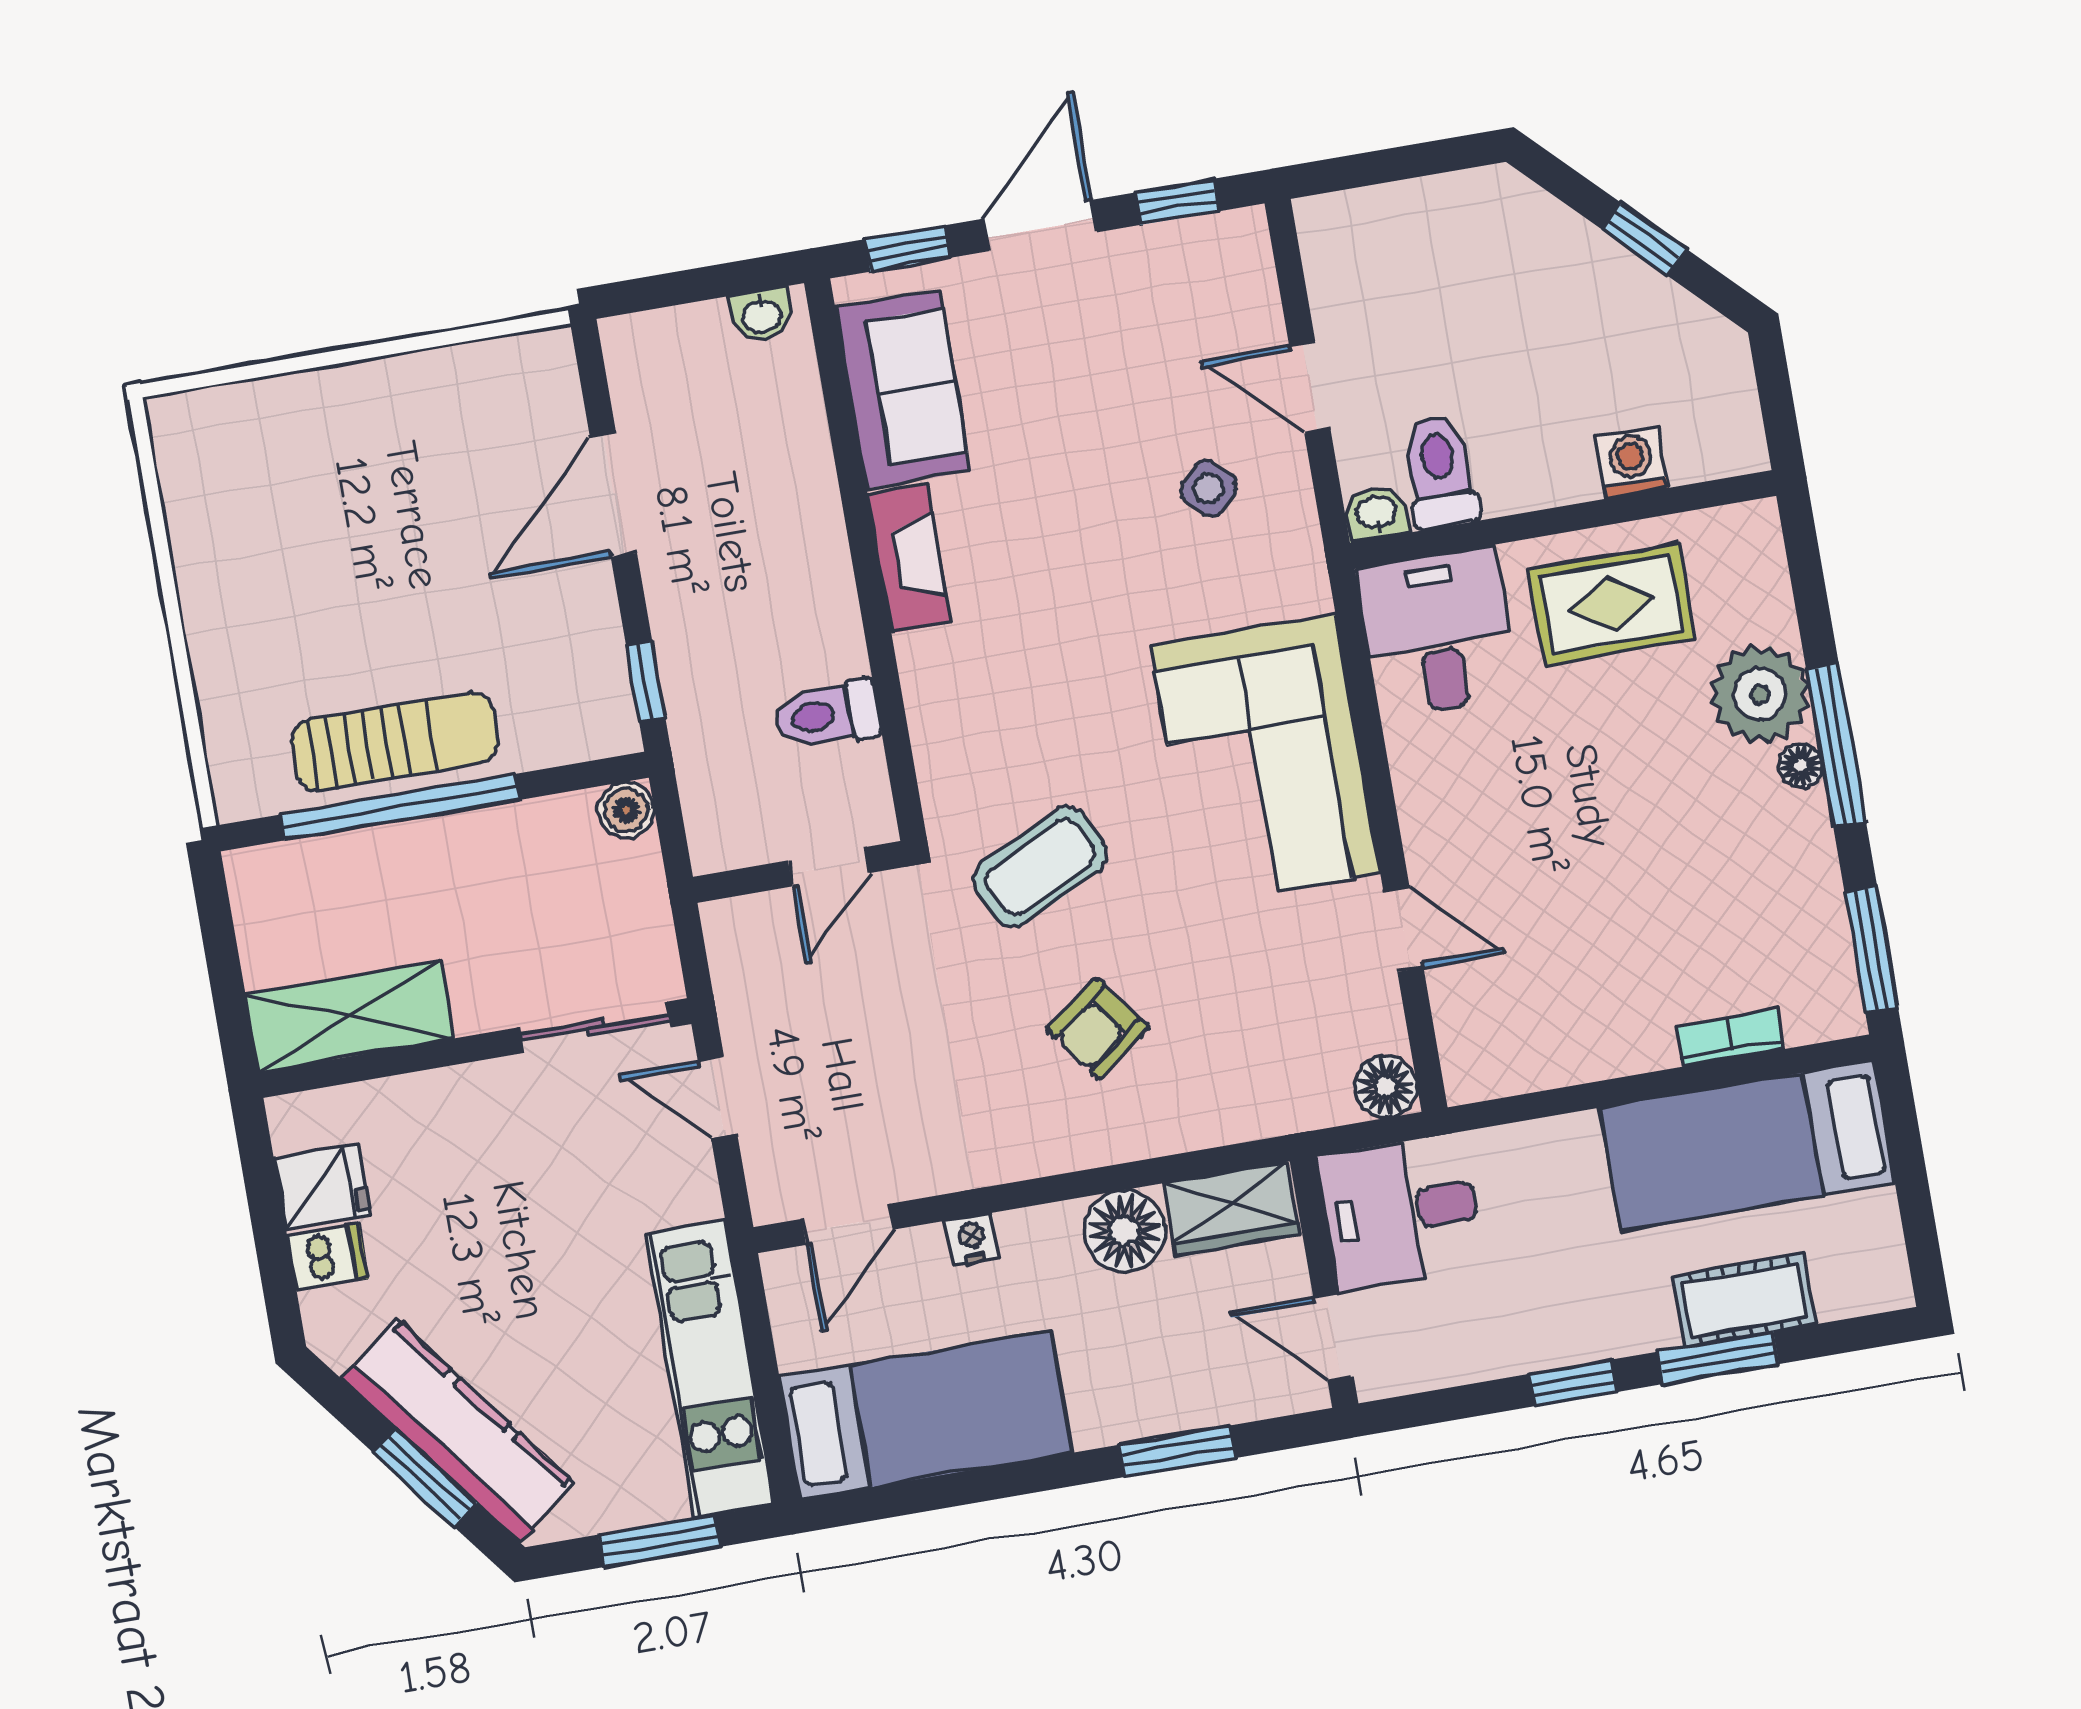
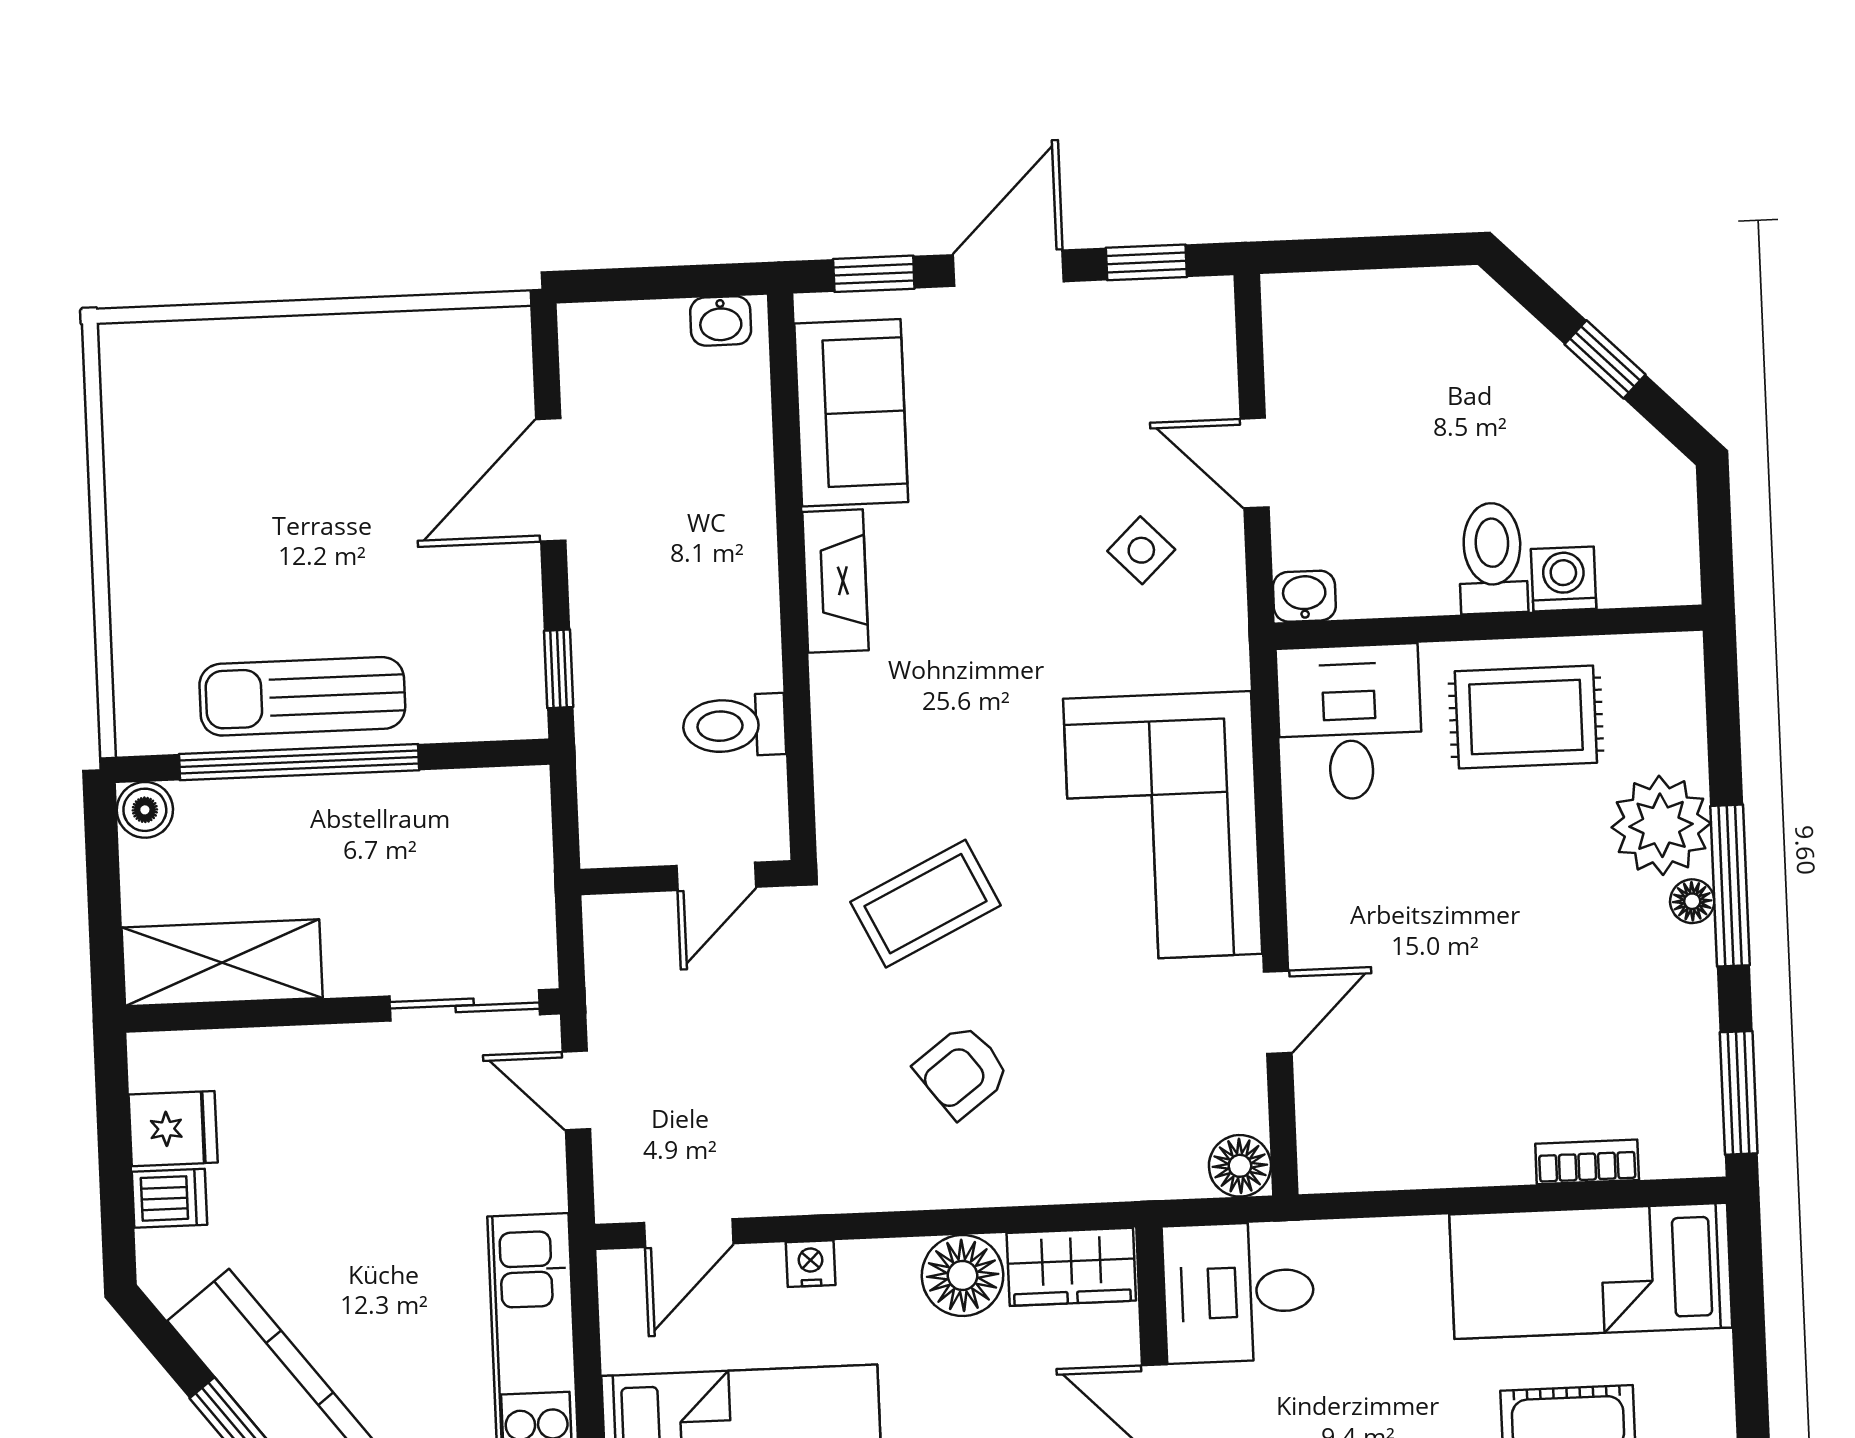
toilet: (1440, 471) -> (1493, 558), moved
sun lounger: (395, 741) -> (302, 696), turned 180
boiler: (626, 810) -> (145, 810), moved
door: (1403, 929) -> (1278, 1012), hinge flipped

